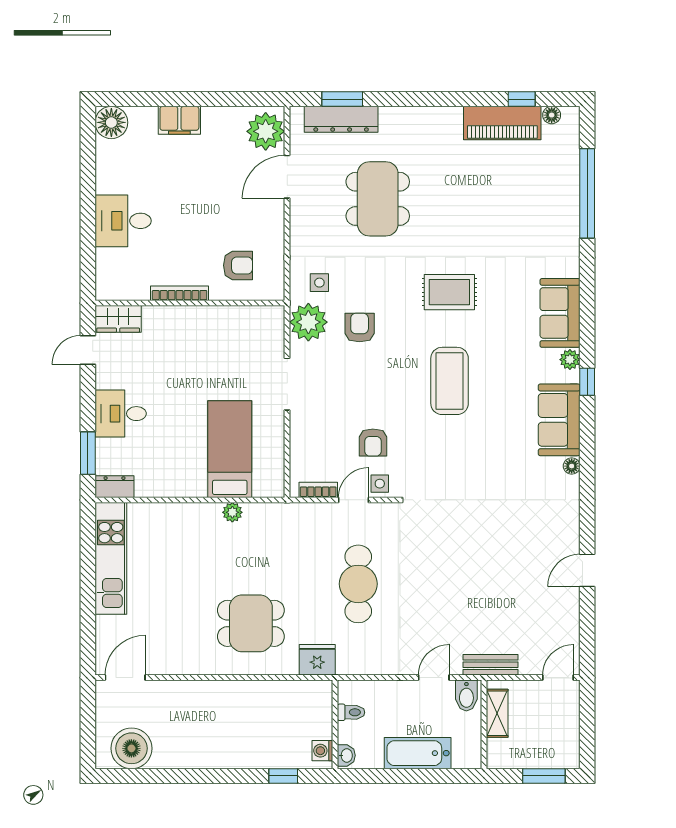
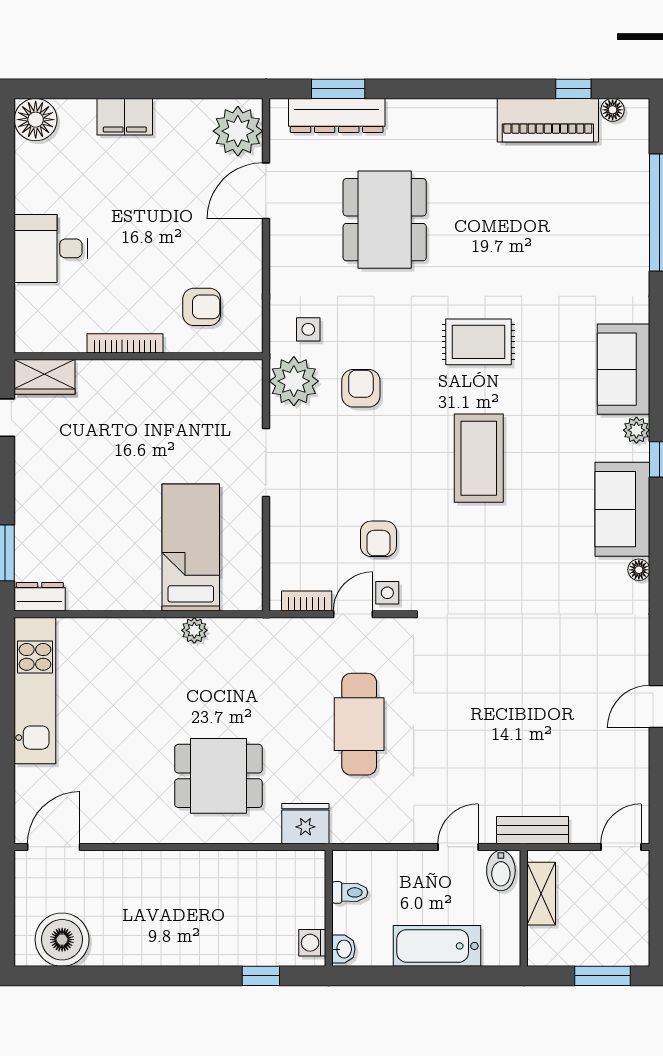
desk: (121, 414) -> (48, 501), removed

